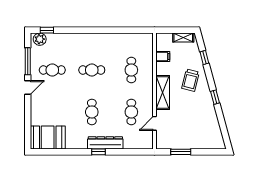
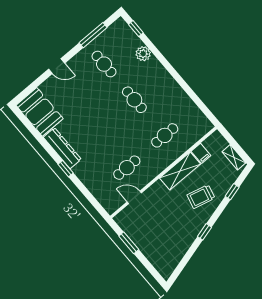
plant: (40, 39) -> (143, 54), moved
door: (28, 87) -> (57, 66), moved
shelving: (163, 93) -> (180, 171), moved
cafe table: (92, 112) -> (96, 132), removed
dresser: (105, 143) -> (62, 148), moved

